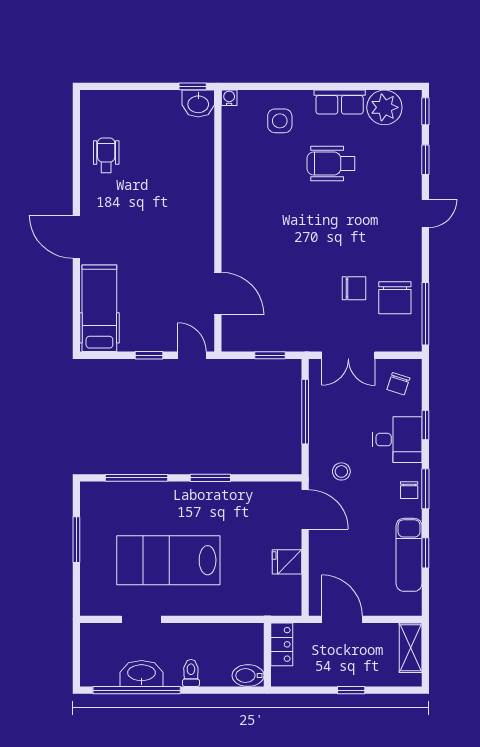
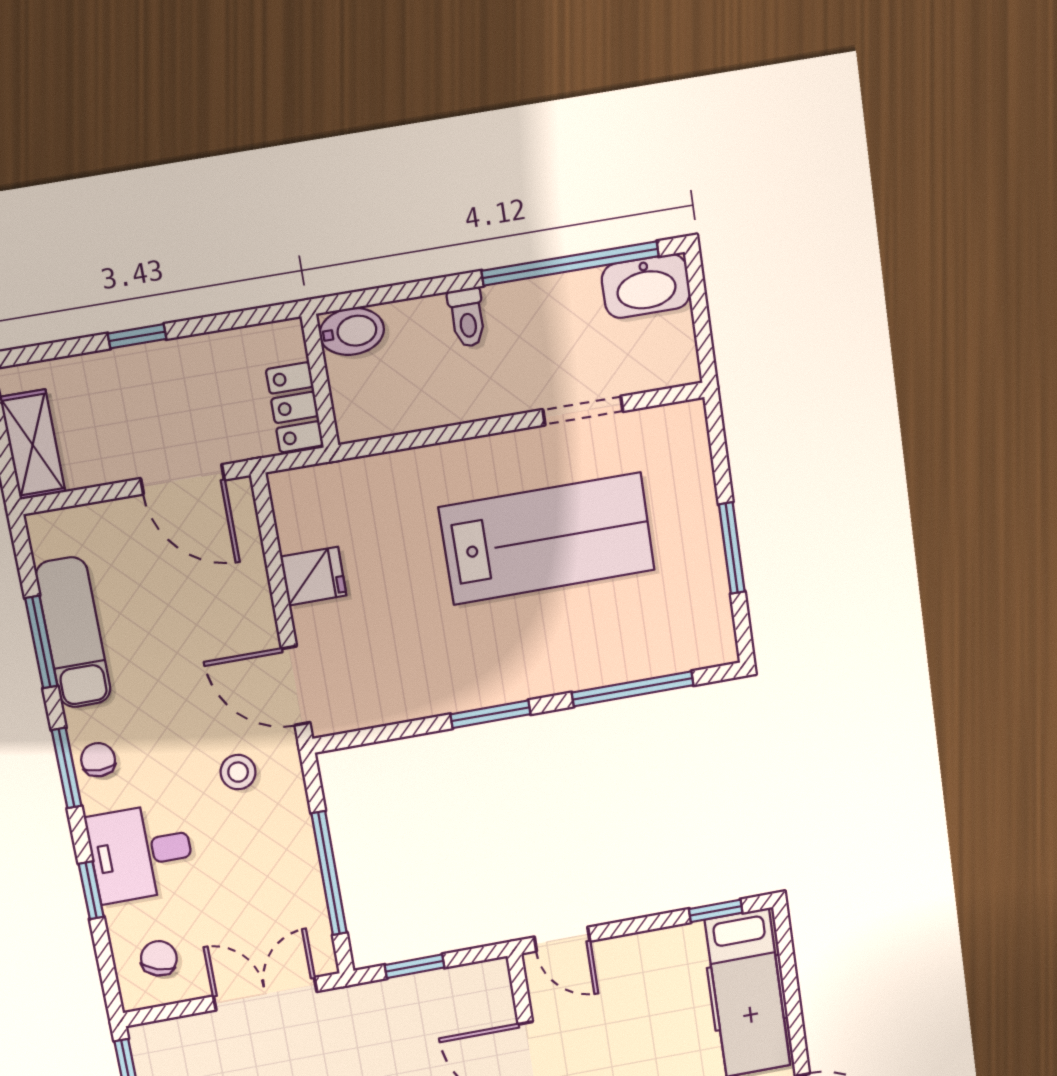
window: (149, 355) -> (716, 911), moved
window: (425, 553) -> (41, 642), width x1.50
washbasin: (141, 674) -> (646, 286), moved

